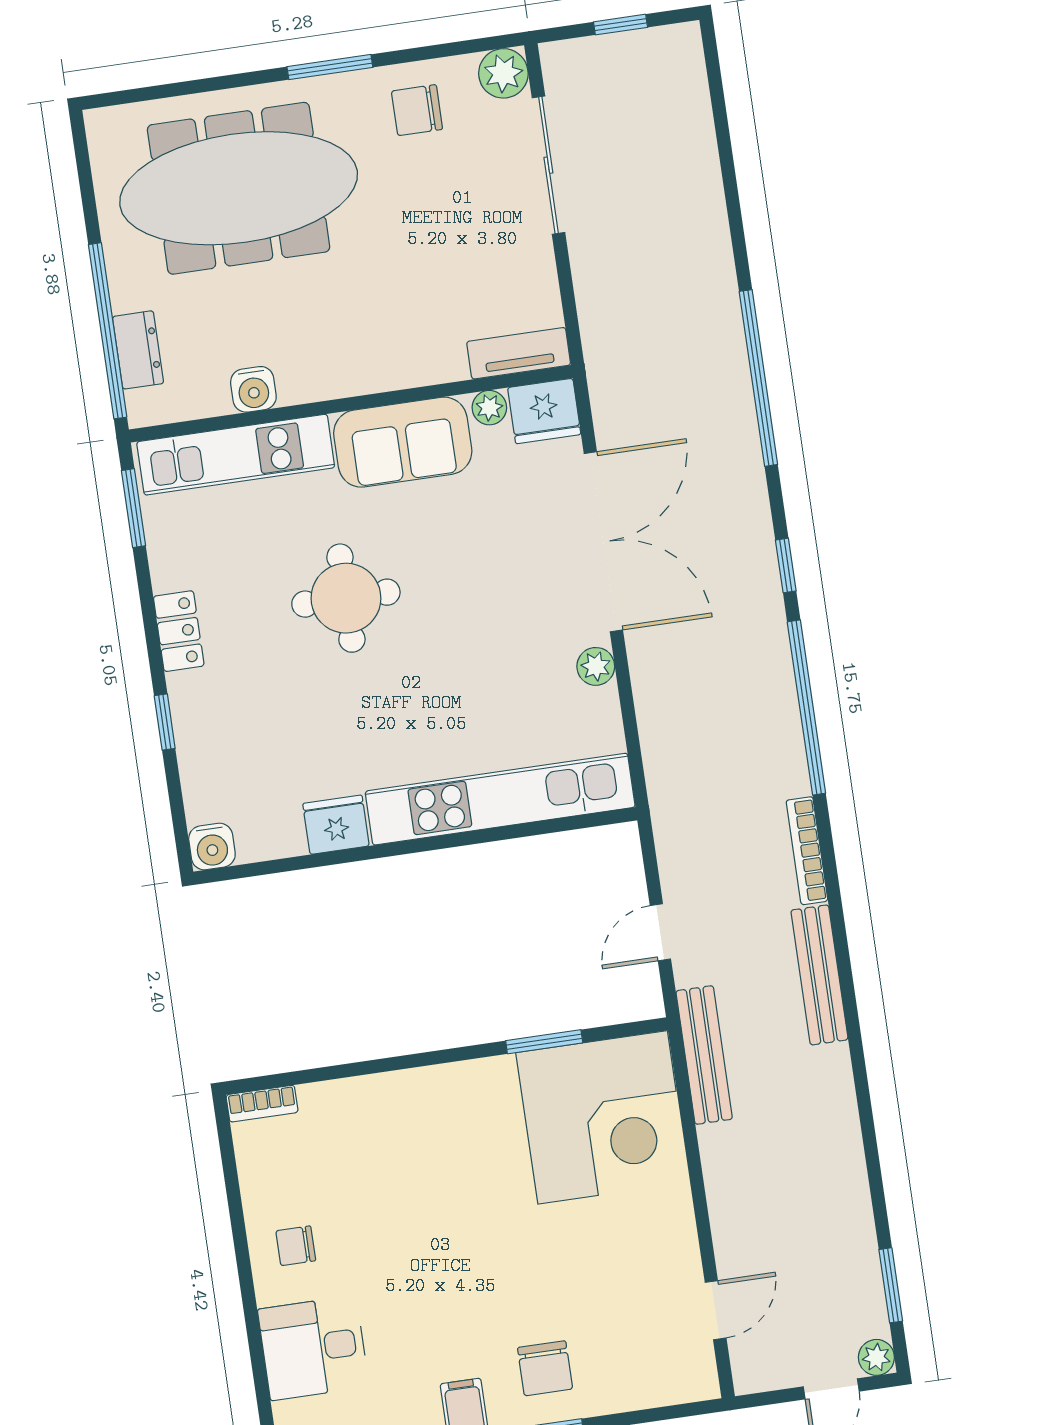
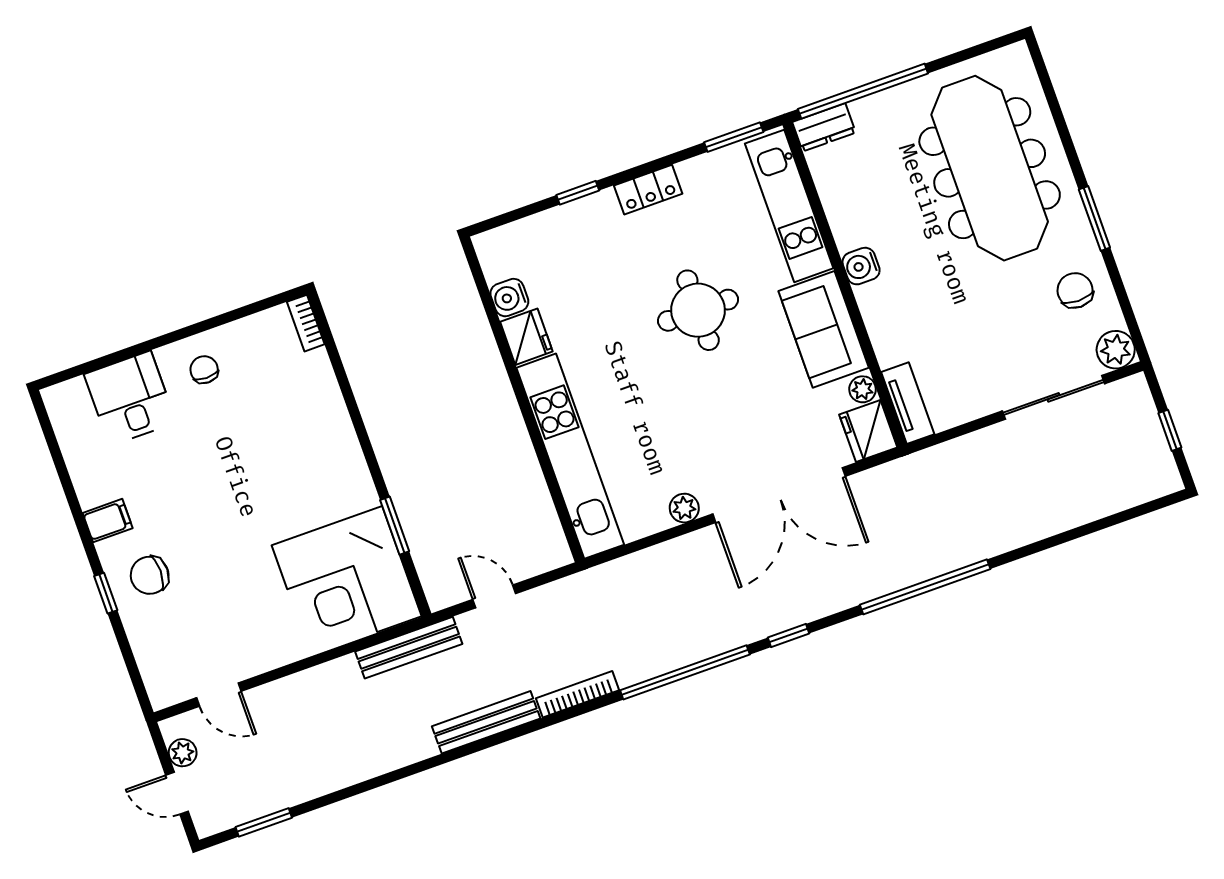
dresser: (138, 350) -> (824, 127), moved
water cooler: (253, 389) -> (861, 266), moved
water cooler: (212, 847) -> (509, 298), moved
plant: (876, 1357) -> (183, 753), moved

